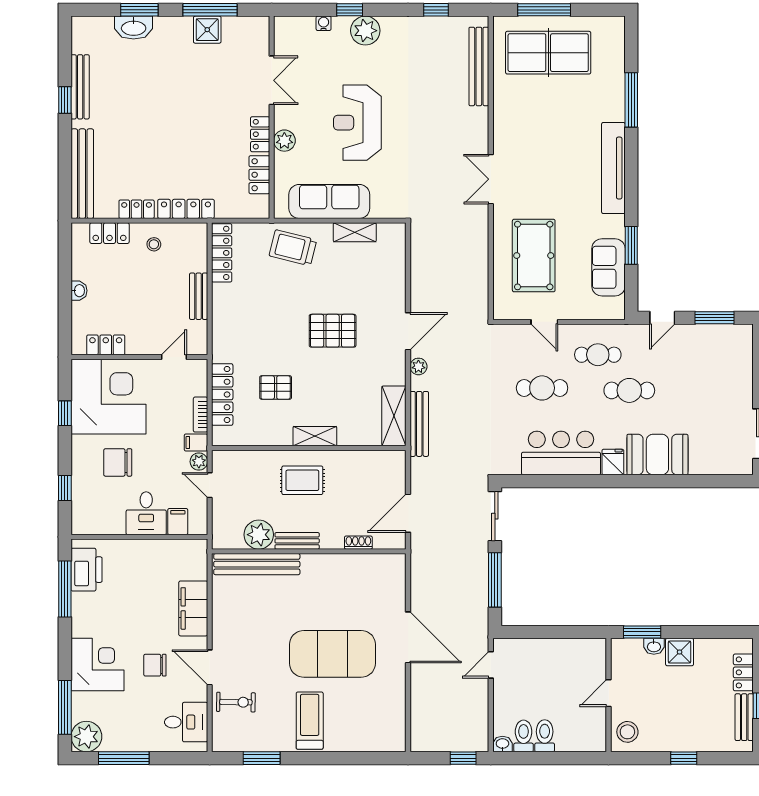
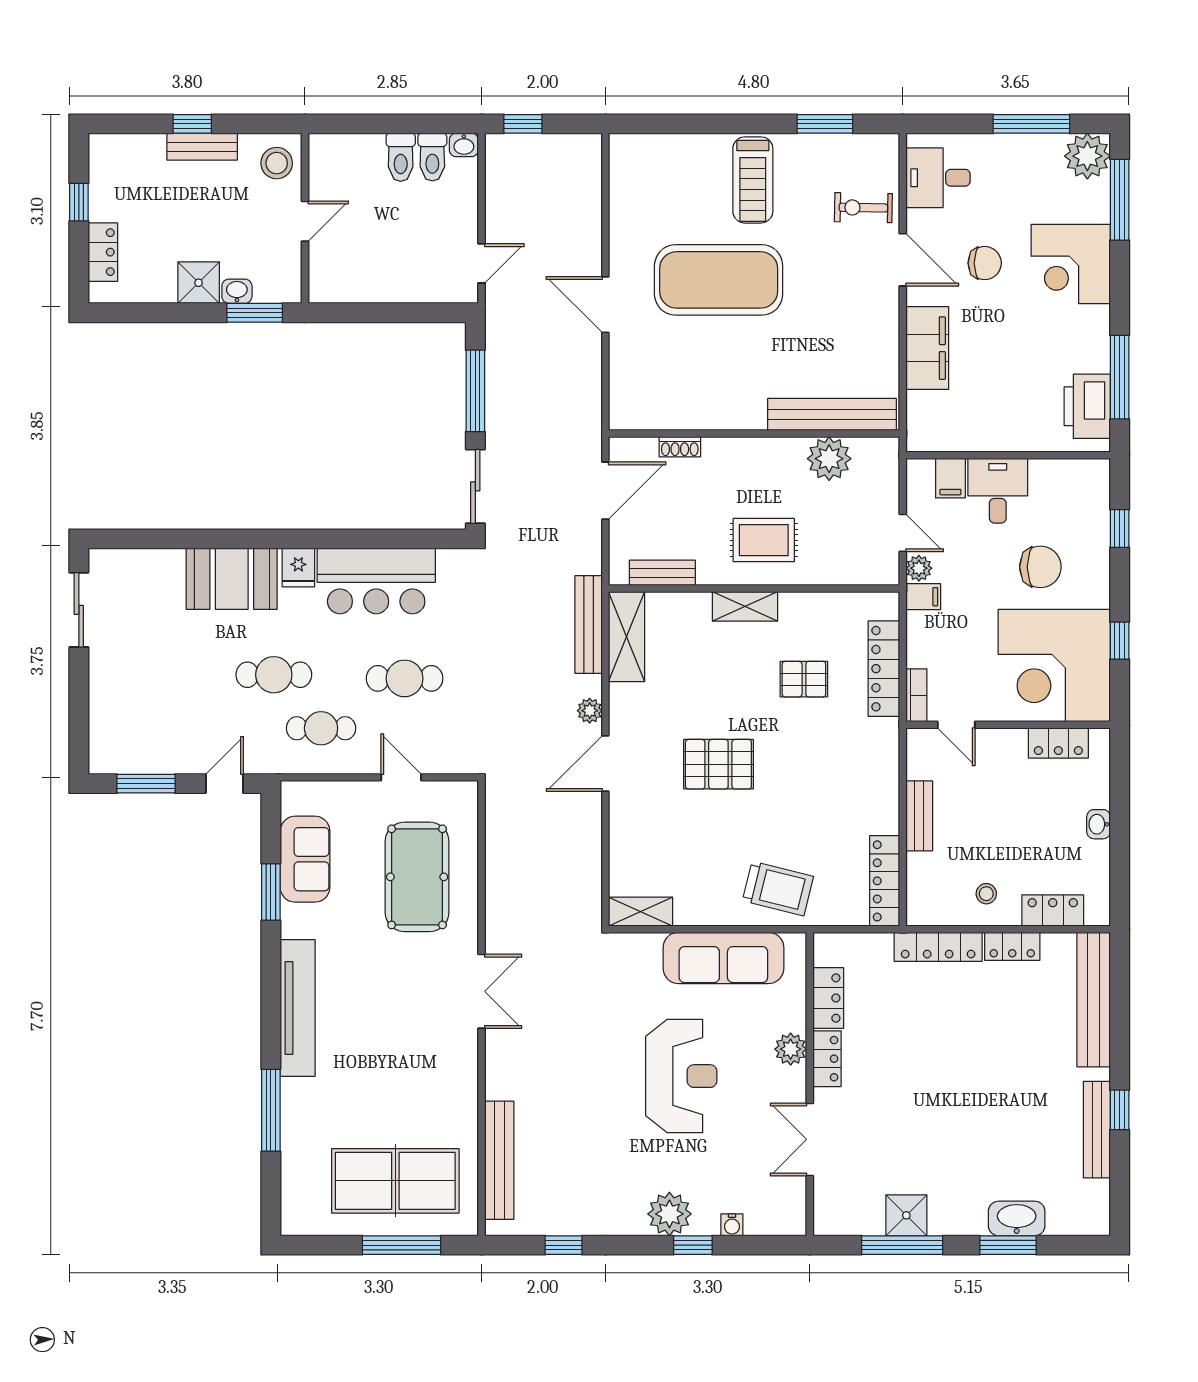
shelving: (355, 232) -> (641, 912), moved
door: (174, 357) -> (956, 725), hinge flipped
bookcase: (200, 415) -> (916, 695), moved
bench: (297, 541) -> (662, 573), moved
door: (408, 637) -> (605, 305), width x0.73
bench: (744, 717) -> (202, 147), moved, turned 90

